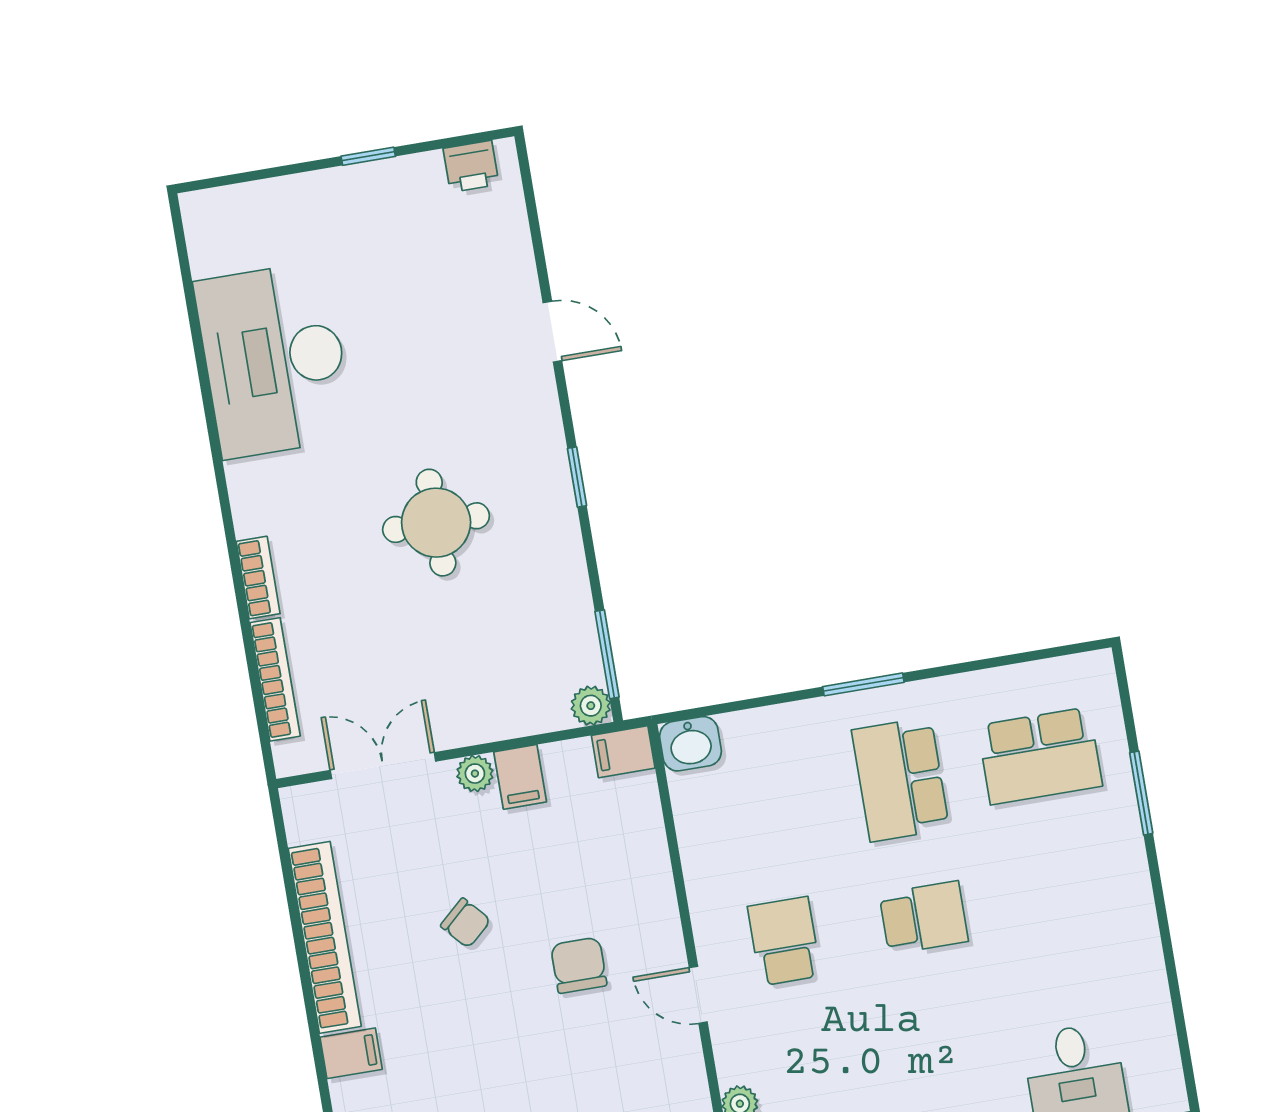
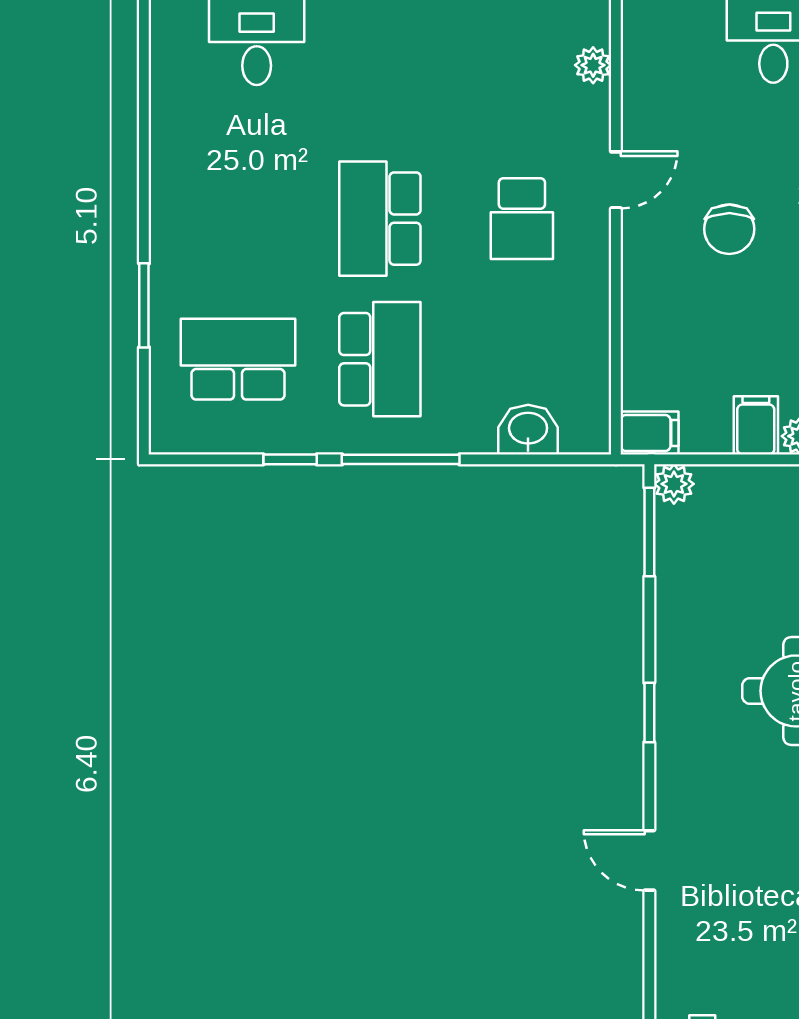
window: (972, 666) -> (290, 459), added
window: (863, 684) -> (401, 459), width x1.44
washbasin: (690, 744) -> (528, 430), moved
school desk: (924, 918) -> (380, 219), width x1.85
door: (698, 995) -> (616, 180), hinge flipped

